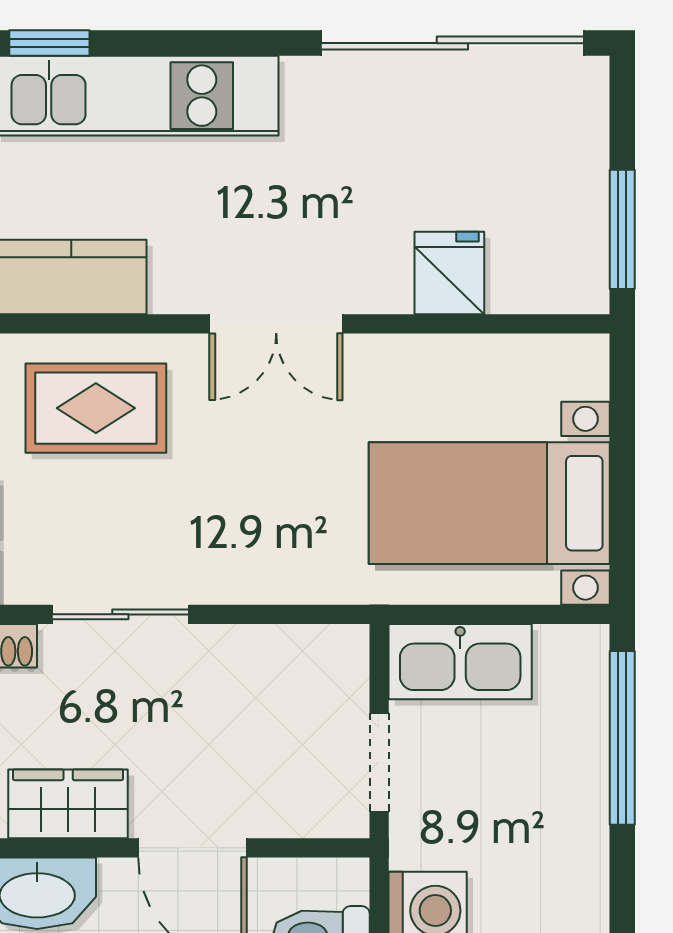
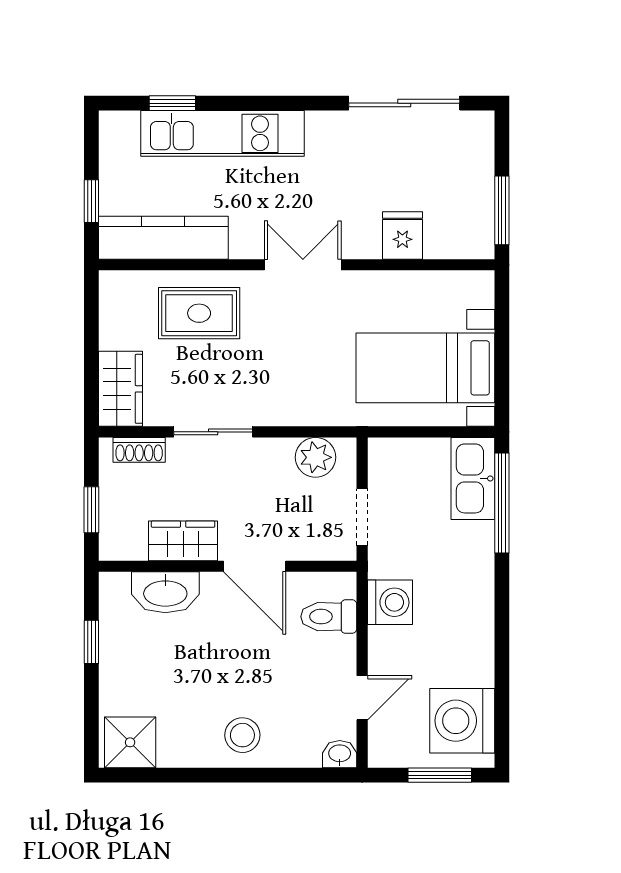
sliding door: (452, 43) -> (404, 103), width x0.73
double door: (276, 324) -> (303, 265), swing flipped
plant: (298, 659) -> (316, 457), added
kitchen sink: (460, 662) -> (473, 478), moved, turned 90

